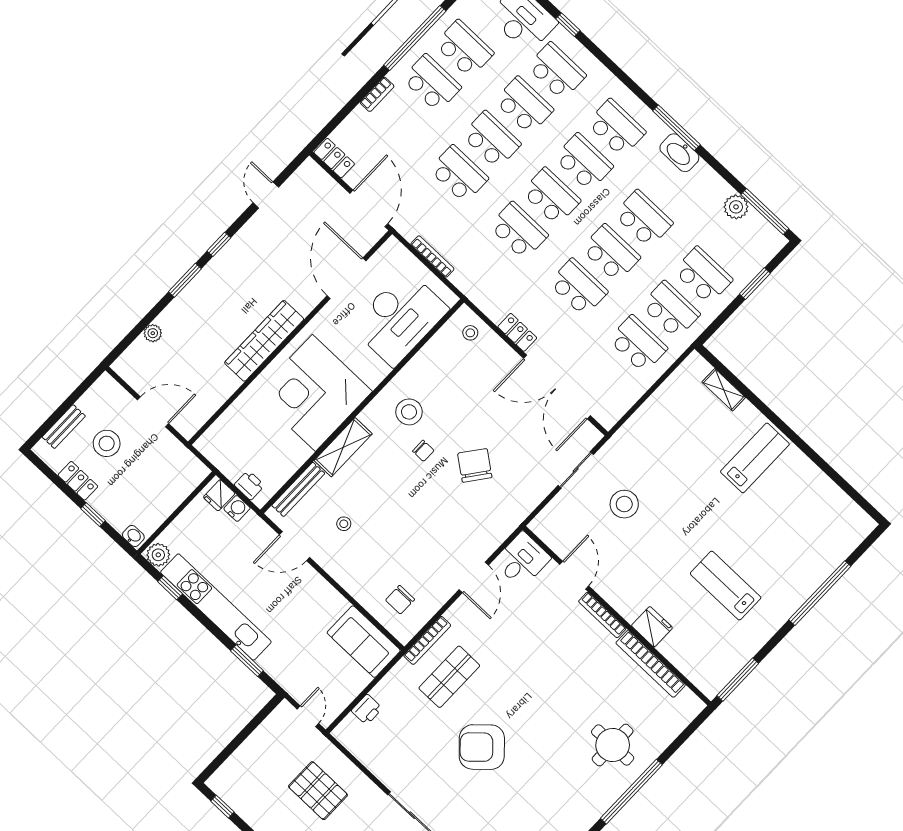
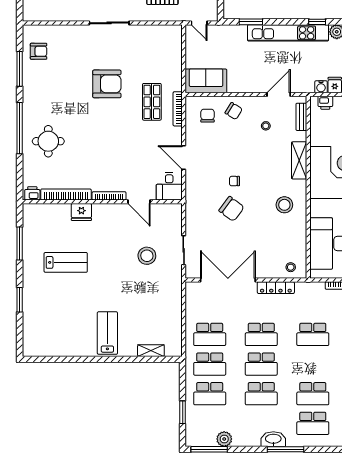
school desk: (551, 196) -> (313, 364), removed
locker: (517, 332) -> (276, 288), width x1.53
chair: (423, 451) -> (234, 181), moved
lab bench: (755, 458) -> (107, 333), turned 180
bench: (298, 489) -> (301, 117), width x0.73
chair: (365, 576) -> (234, 111), added
window: (820, 593) -> (20, 300), width x0.47
window: (738, 680) -> (20, 243), moved
printer: (367, 710) -> (32, 193), moved, turned 90
armchair: (482, 747) -> (107, 84), turned 43

